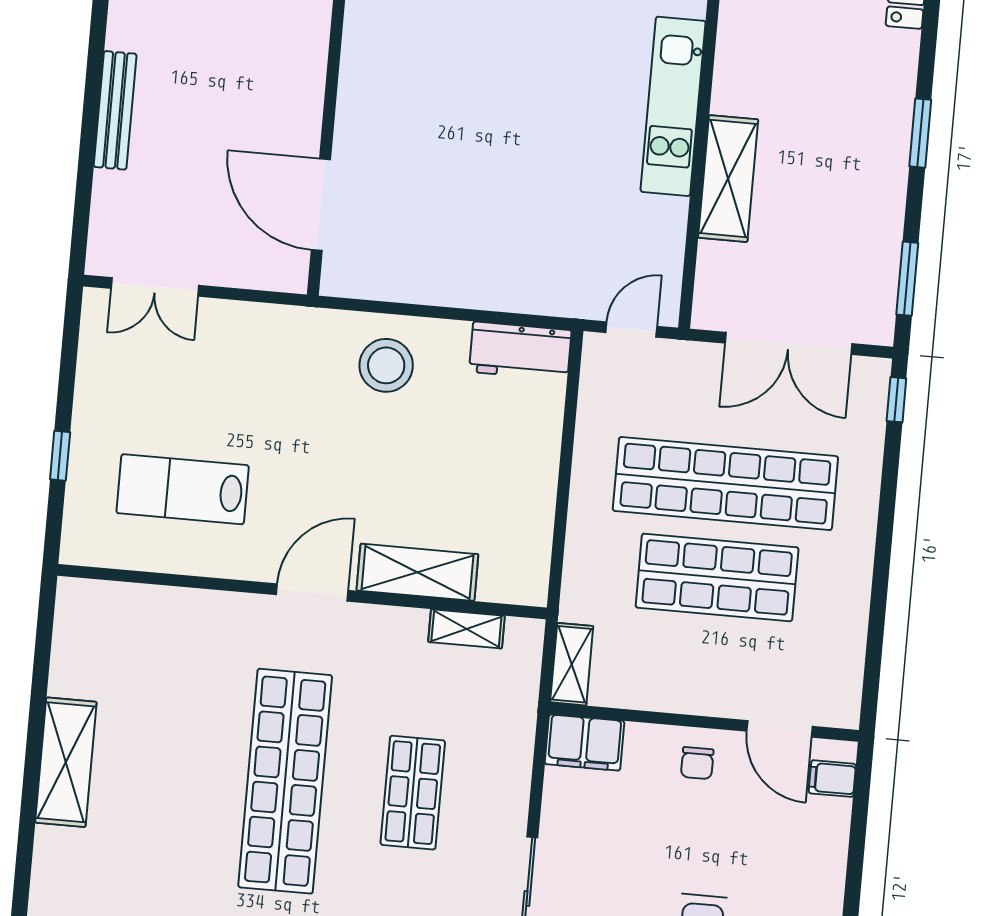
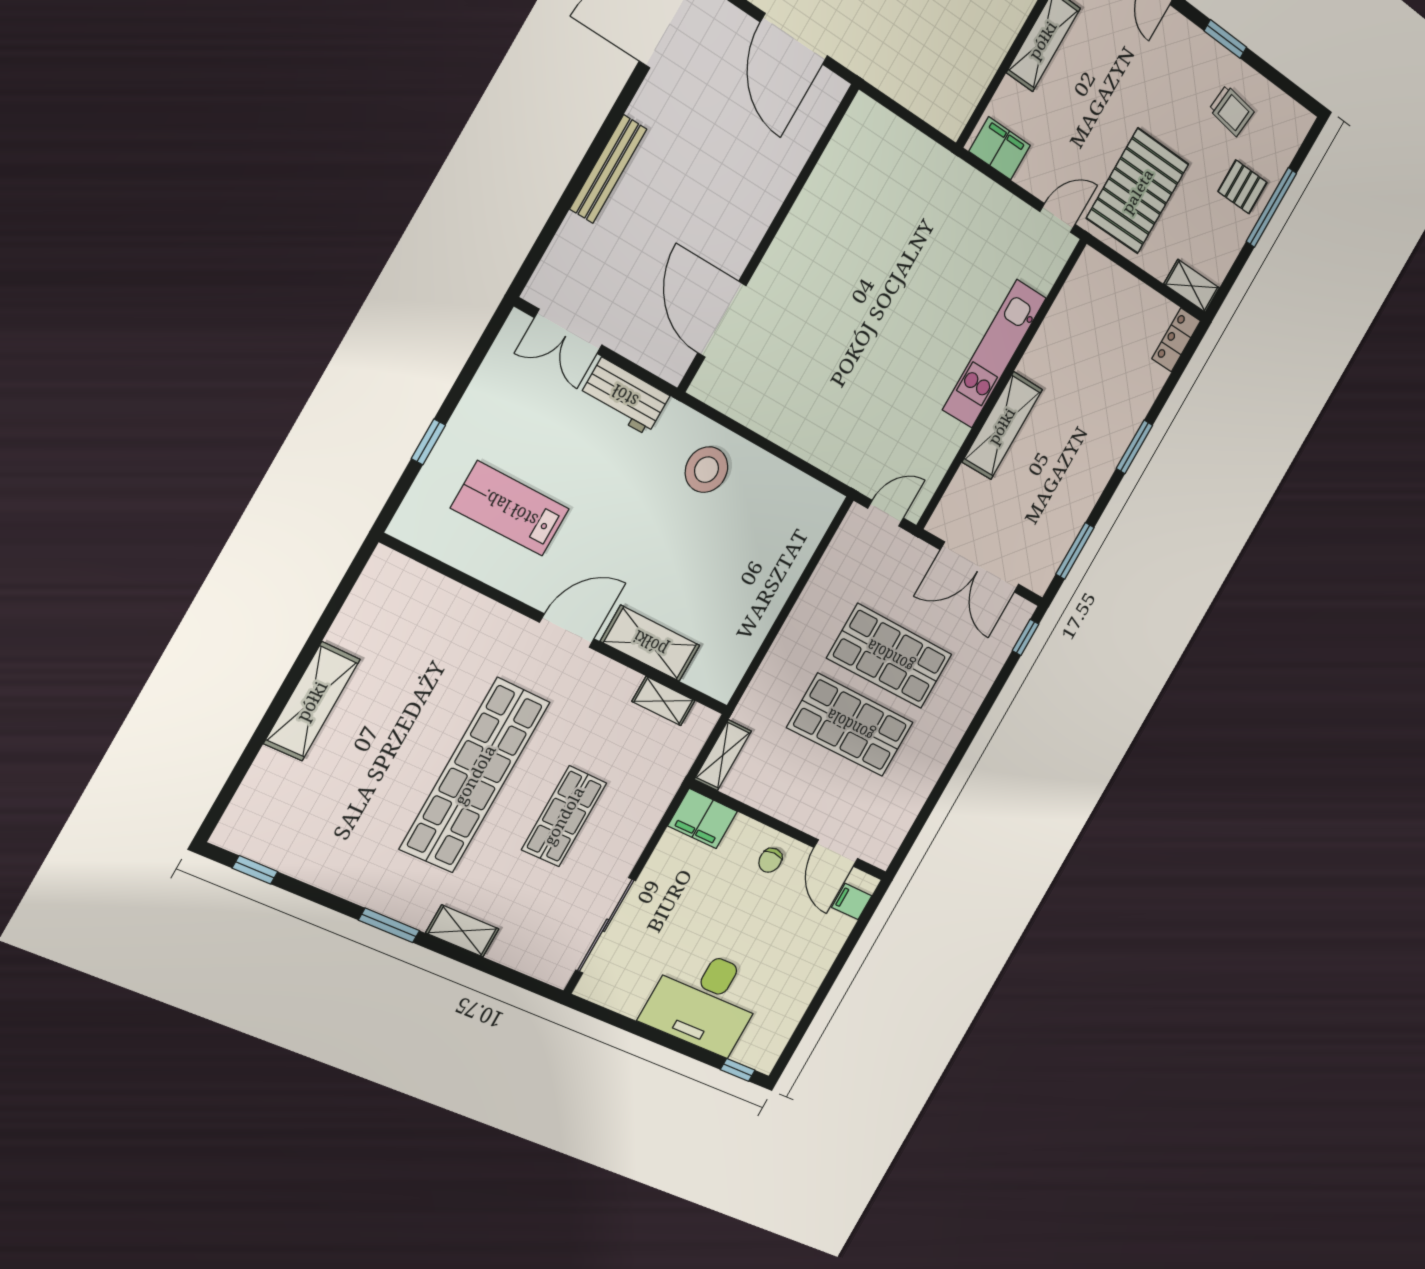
workbench: (520, 351) -> (625, 396), moved
shop shelf: (725, 484) -> (890, 656), width x0.71

